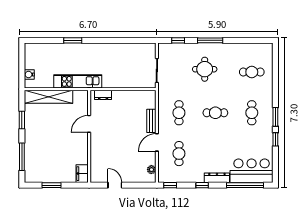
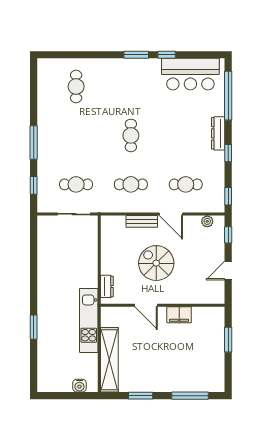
round table: (205, 69) -> (72, 150), removed
cafe table: (252, 113) -> (76, 184), moved
spiral stairs: (120, 132) -> (156, 263), added
bar counter: (252, 171) -> (190, 74), moved, turned -90
filing cabinet: (82, 174) -> (179, 315), moved
window: (52, 185) -> (228, 340), moved
window: (141, 185) -> (228, 235), added

